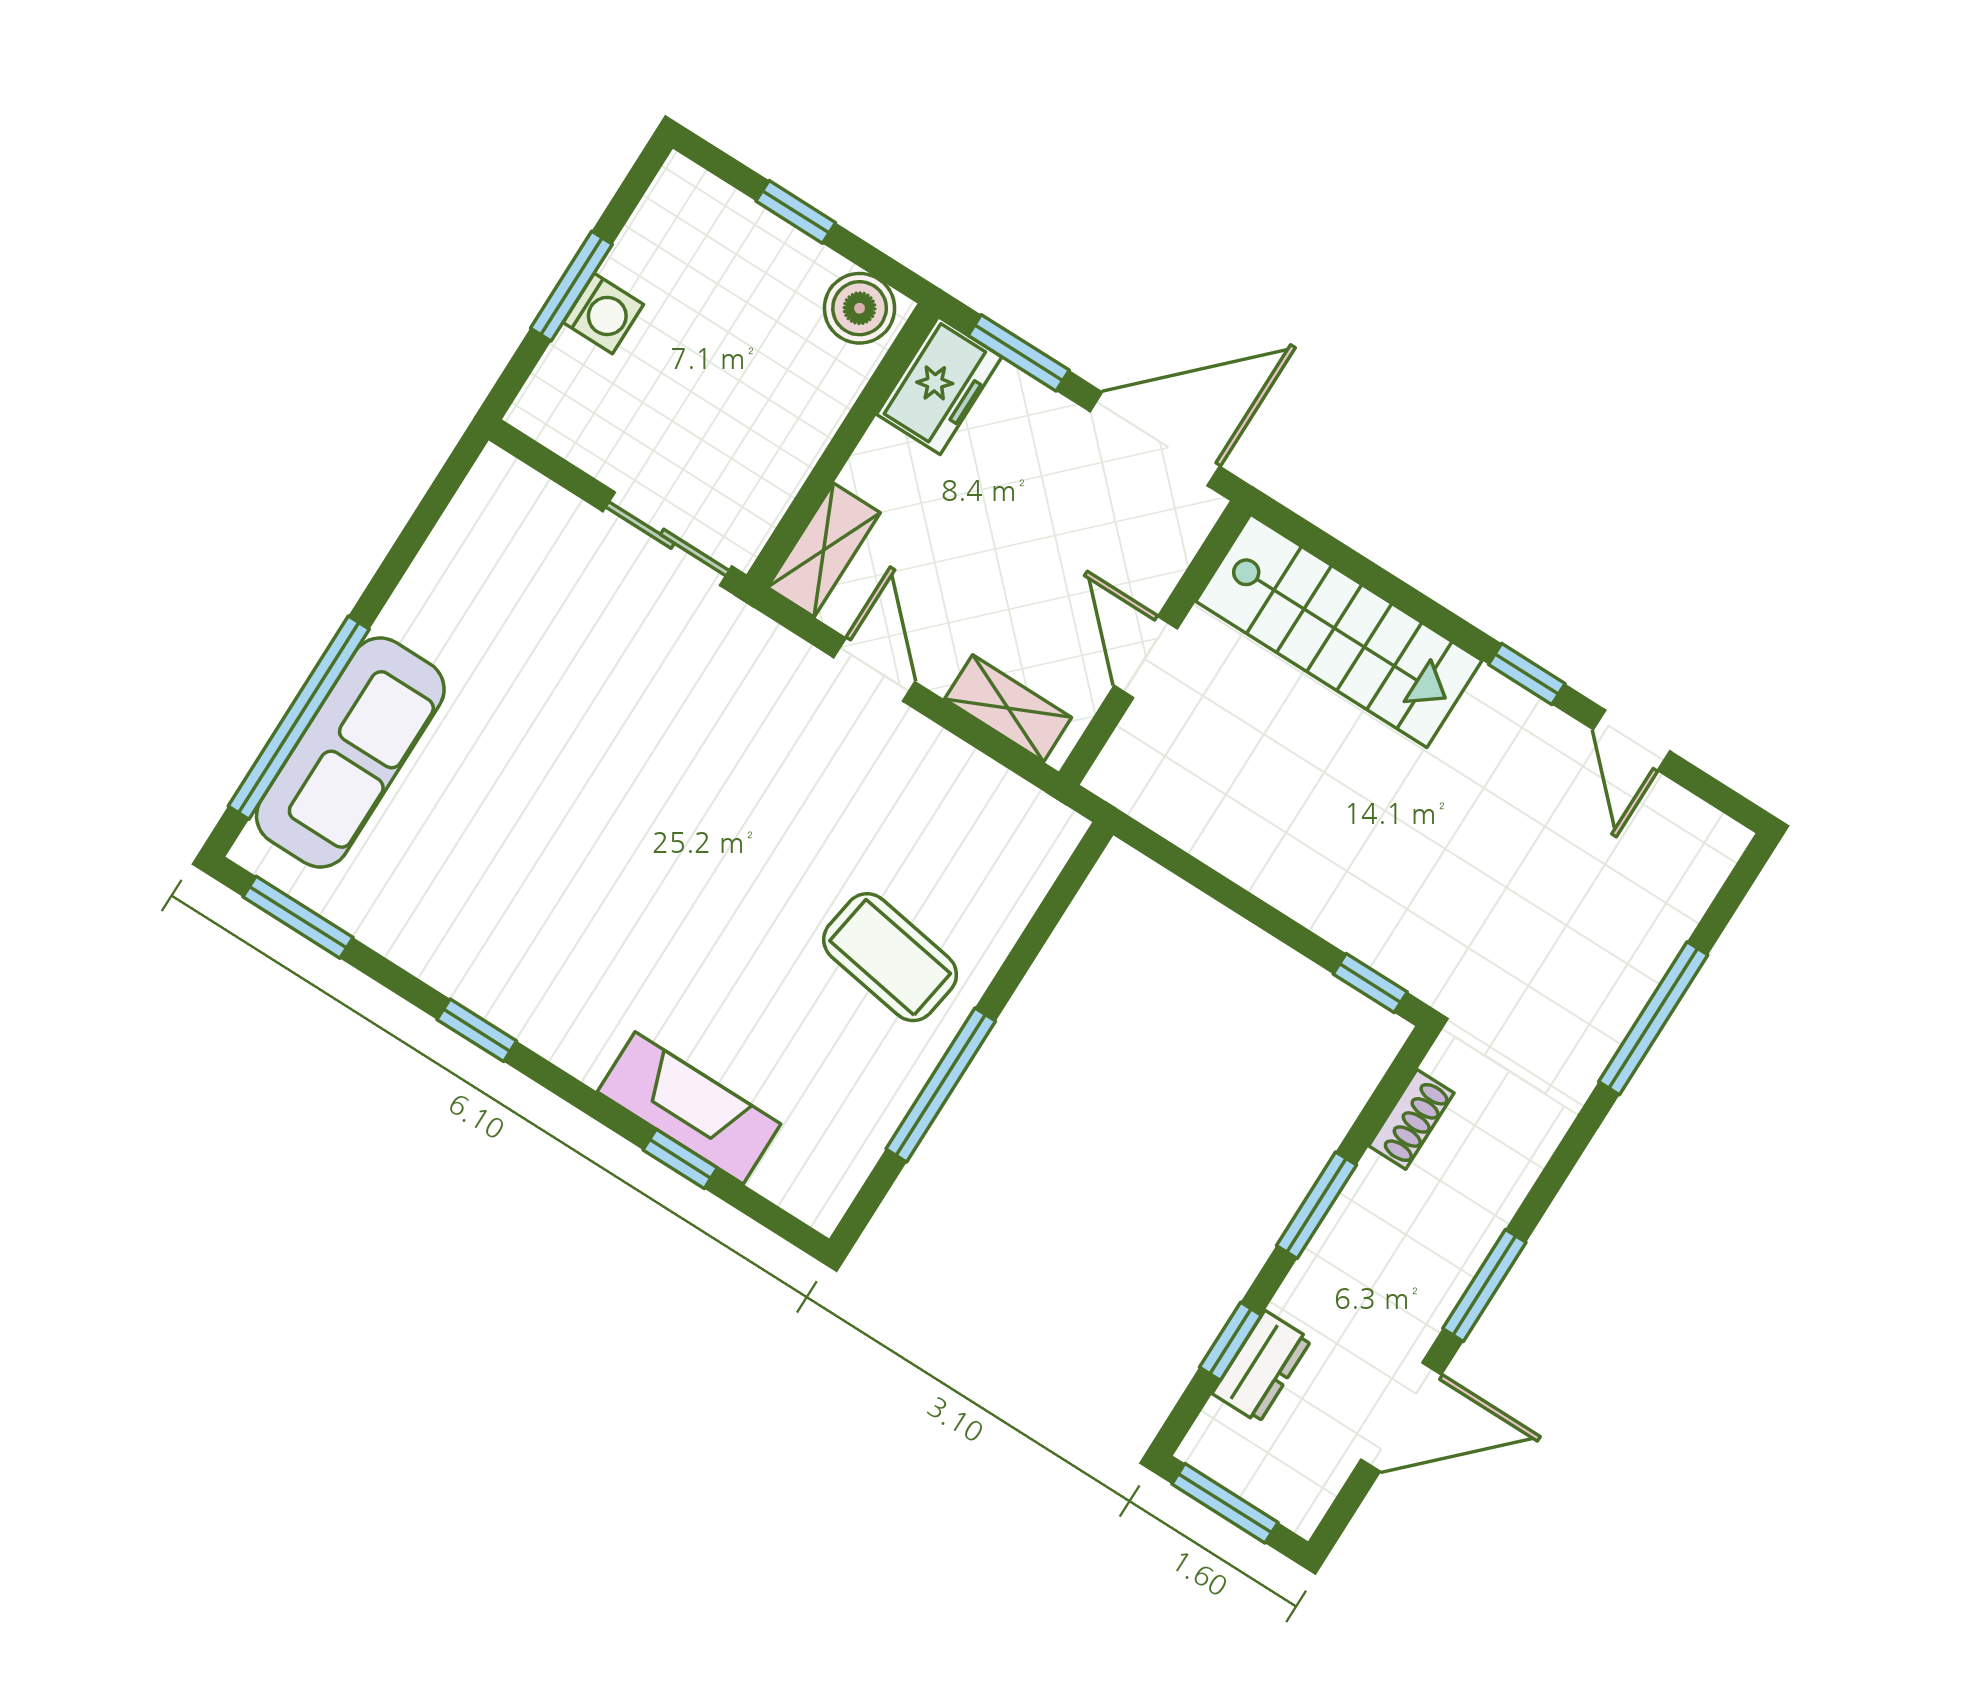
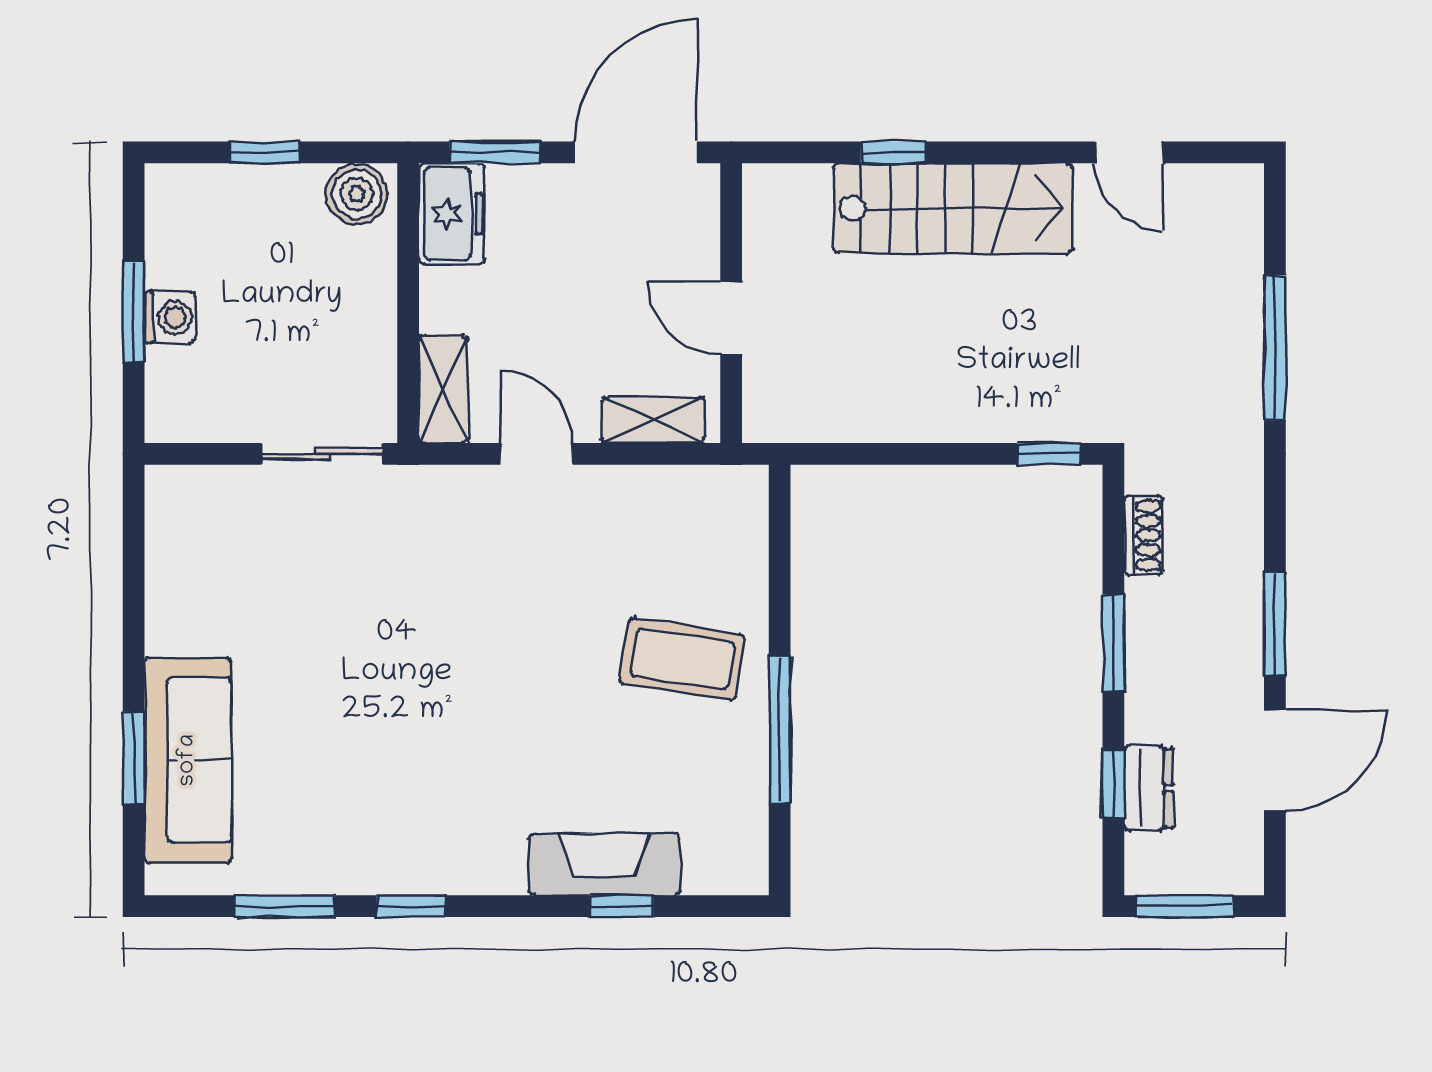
stairs: (1339, 631) -> (953, 208), moved
window: (1527, 674) -> (894, 152), moved
window: (299, 718) -> (134, 758), width x0.47
window: (298, 917) -> (285, 906), moved

